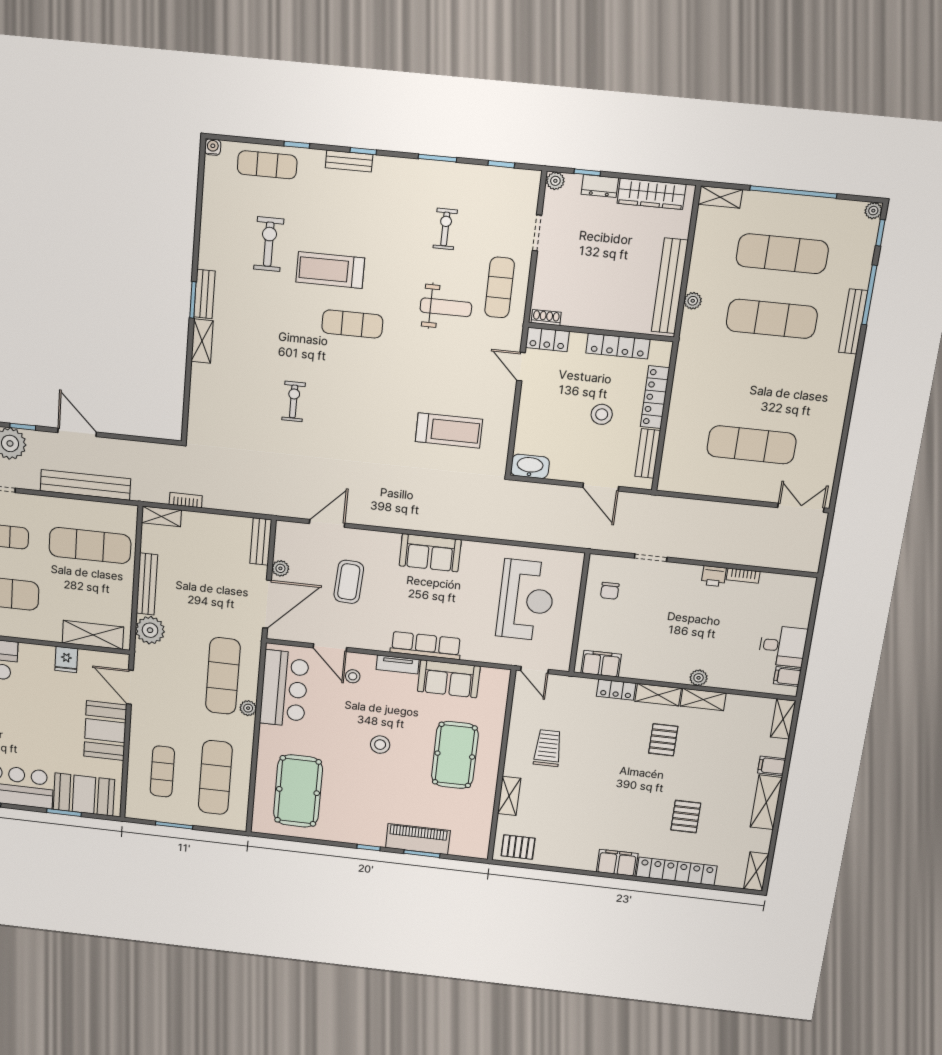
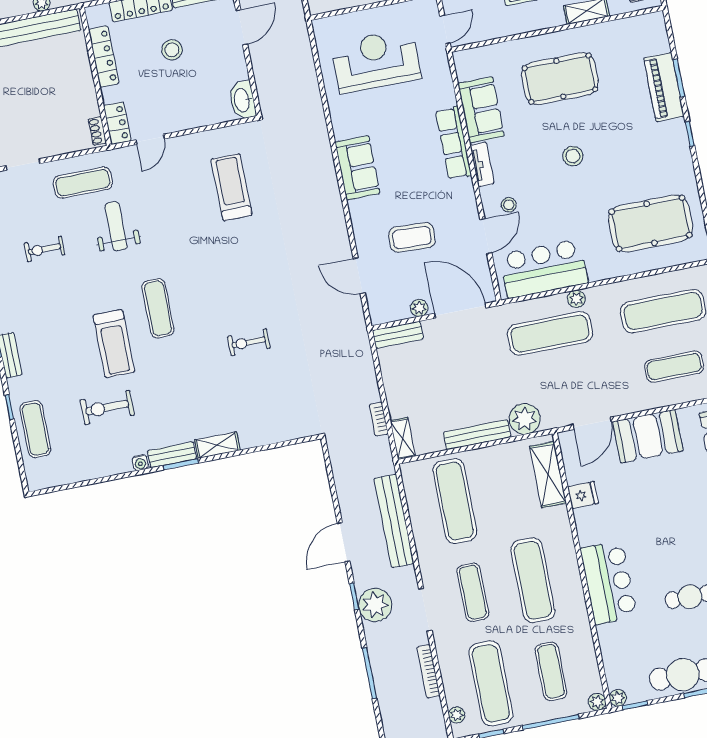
water cooler: (213, 147) -> (140, 463), moved, turned -90

